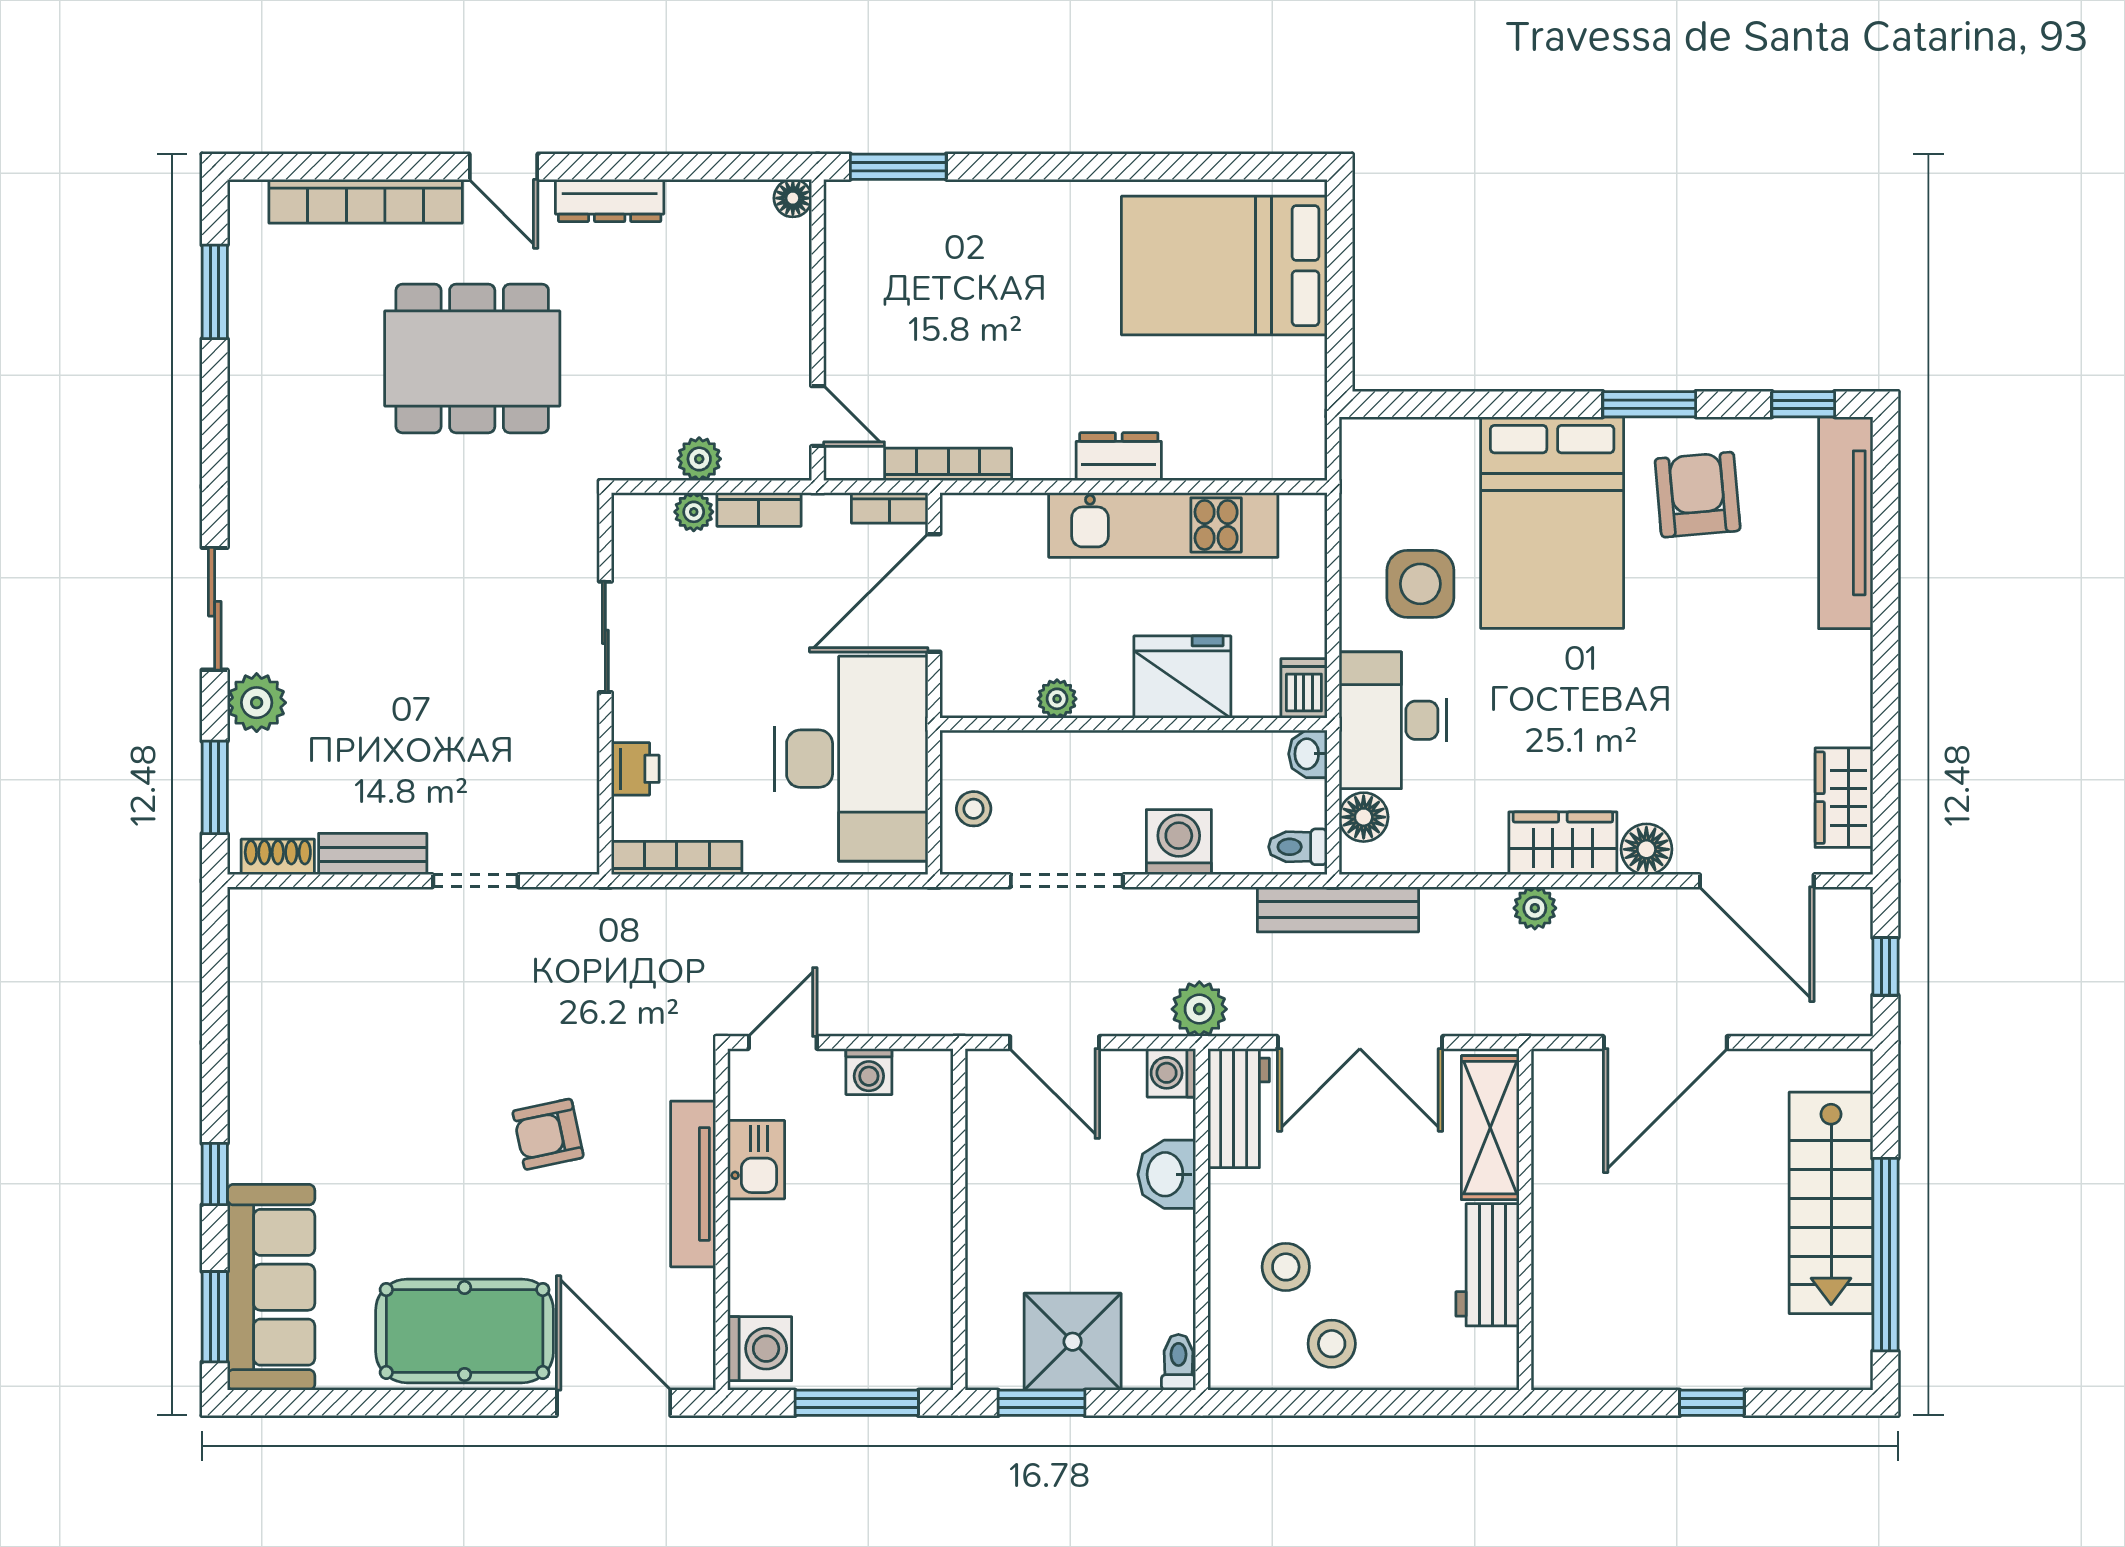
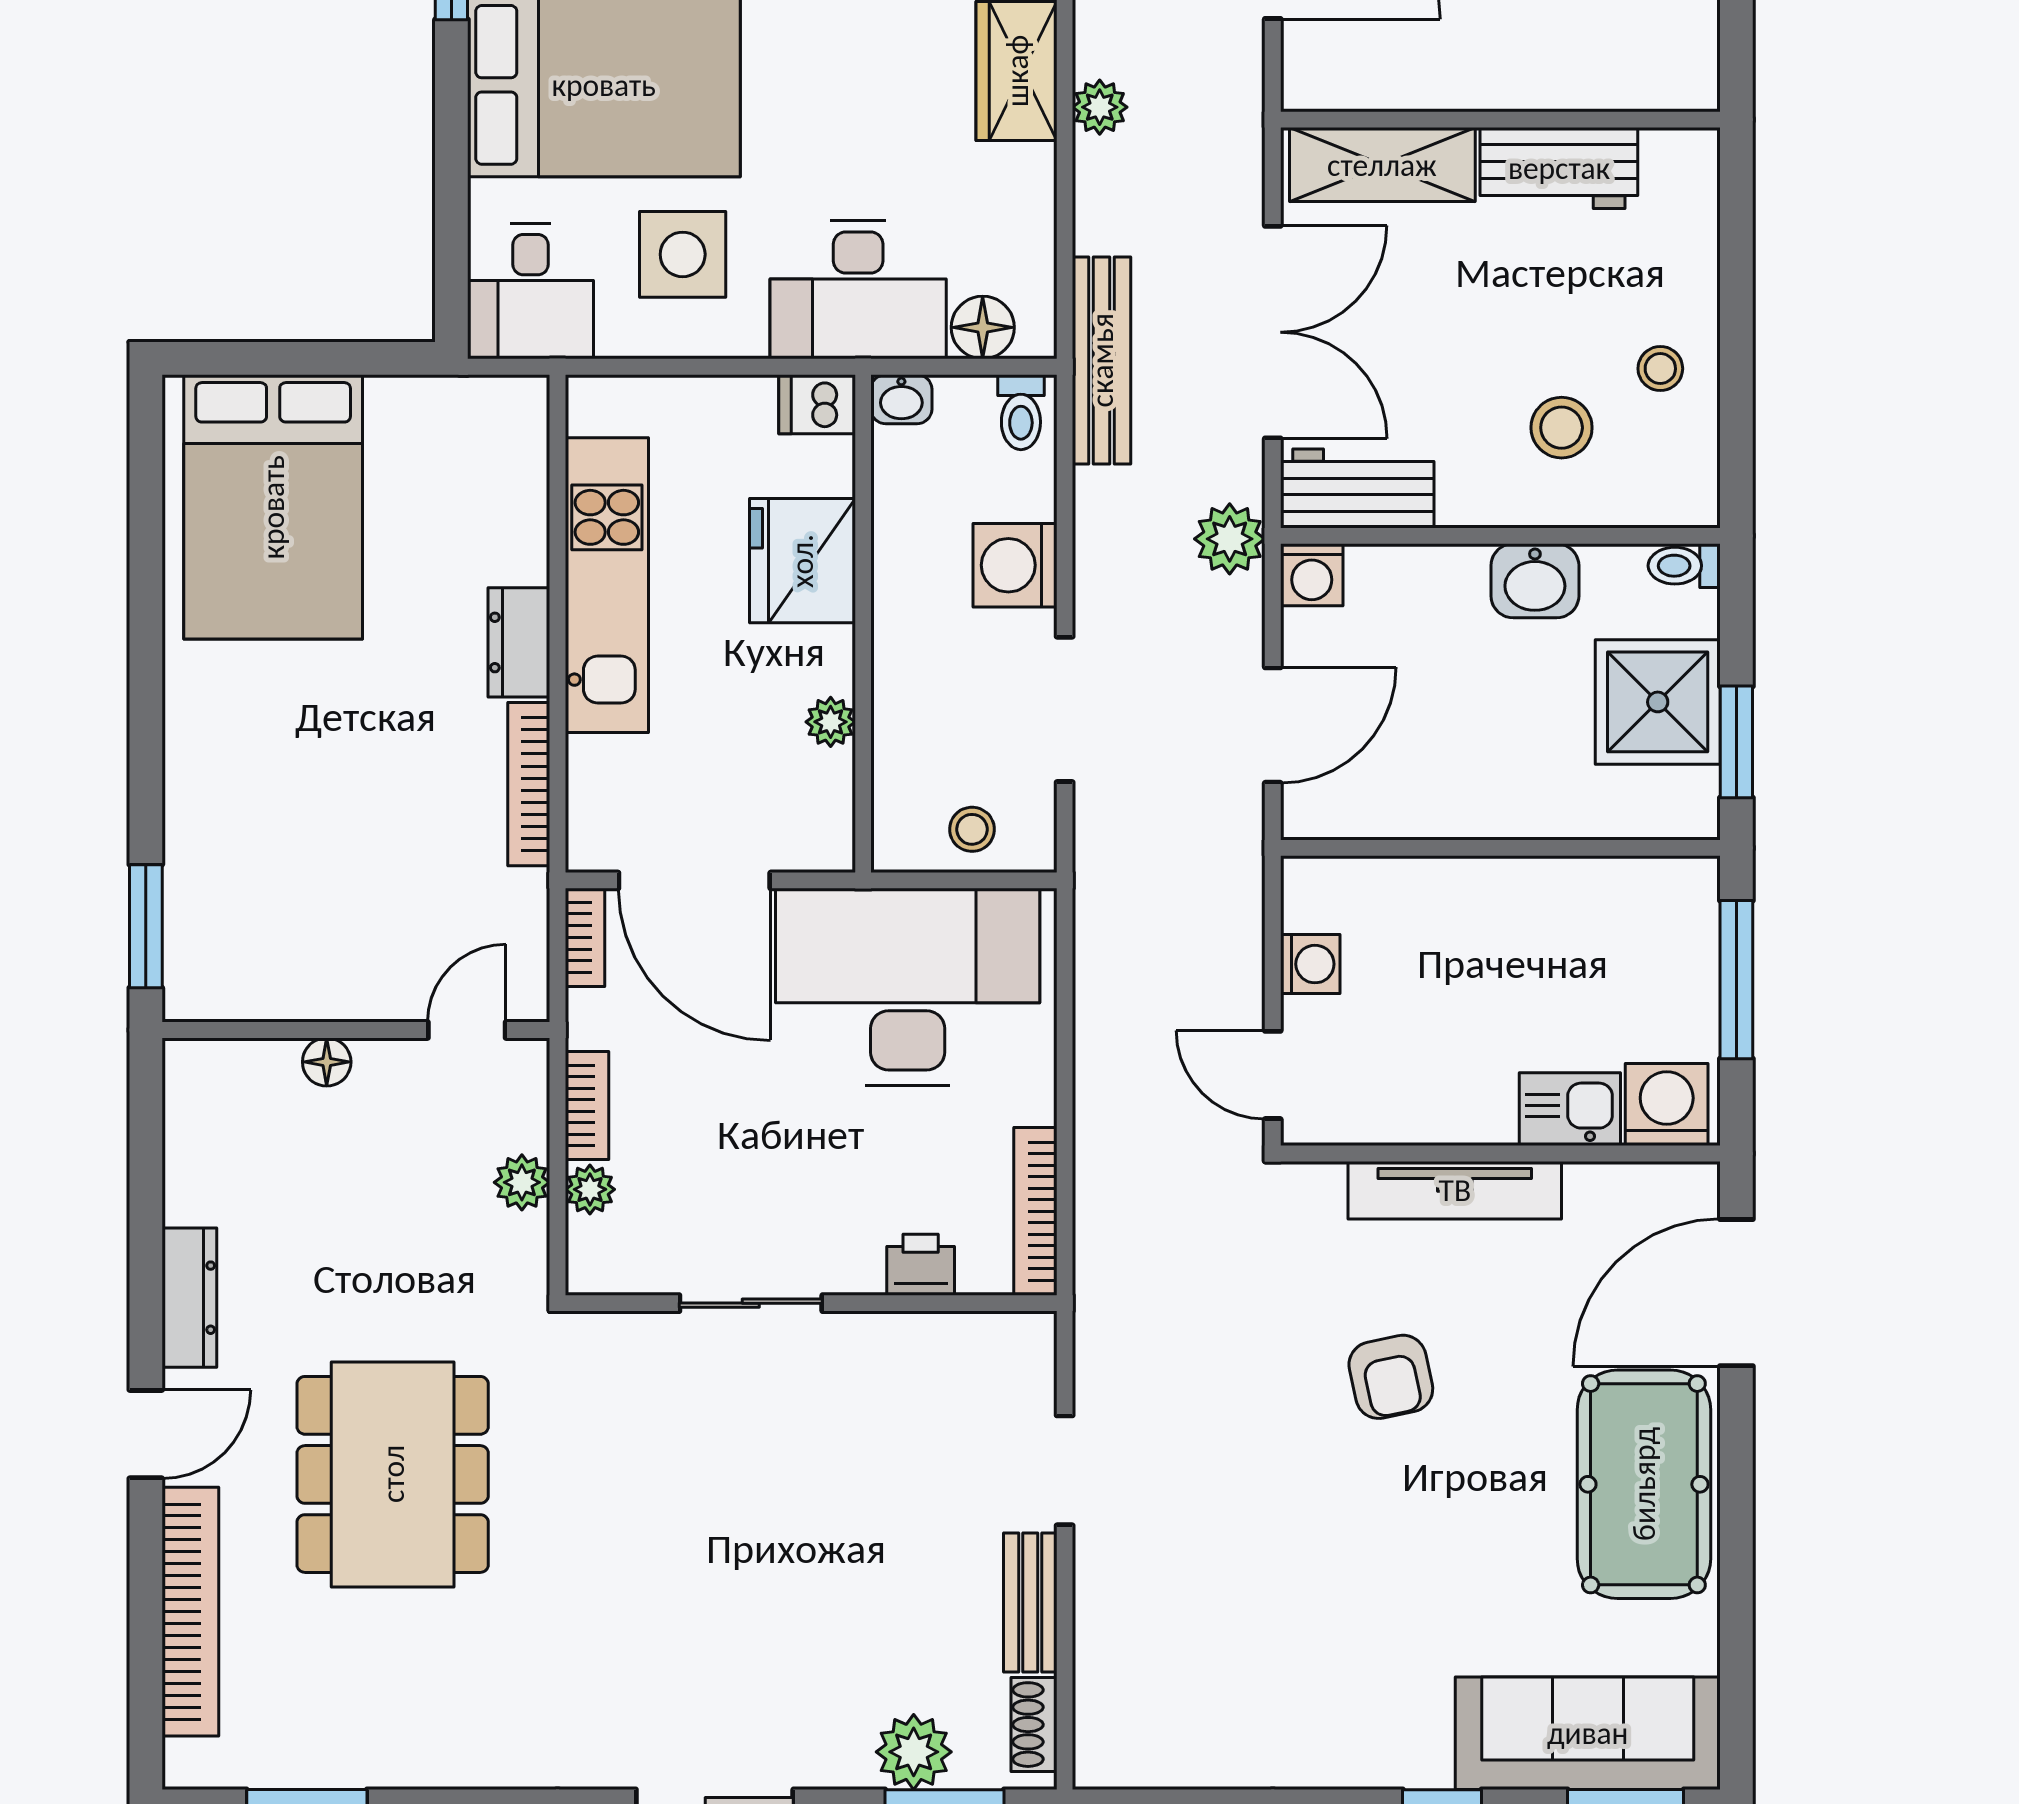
floor lamp: (793, 198) -> (327, 1062), moved
bookcase: (948, 464) -> (529, 784), moved
desk: (1392, 466) -> (531, 291), added
plant: (257, 703) -> (914, 1752), moved
kitchen sink: (756, 1160) -> (1570, 1109), moved
washbasin: (1167, 1174) -> (1535, 581), moved
stool: (1332, 1344) -> (1660, 369), width x0.73, depth x0.73

